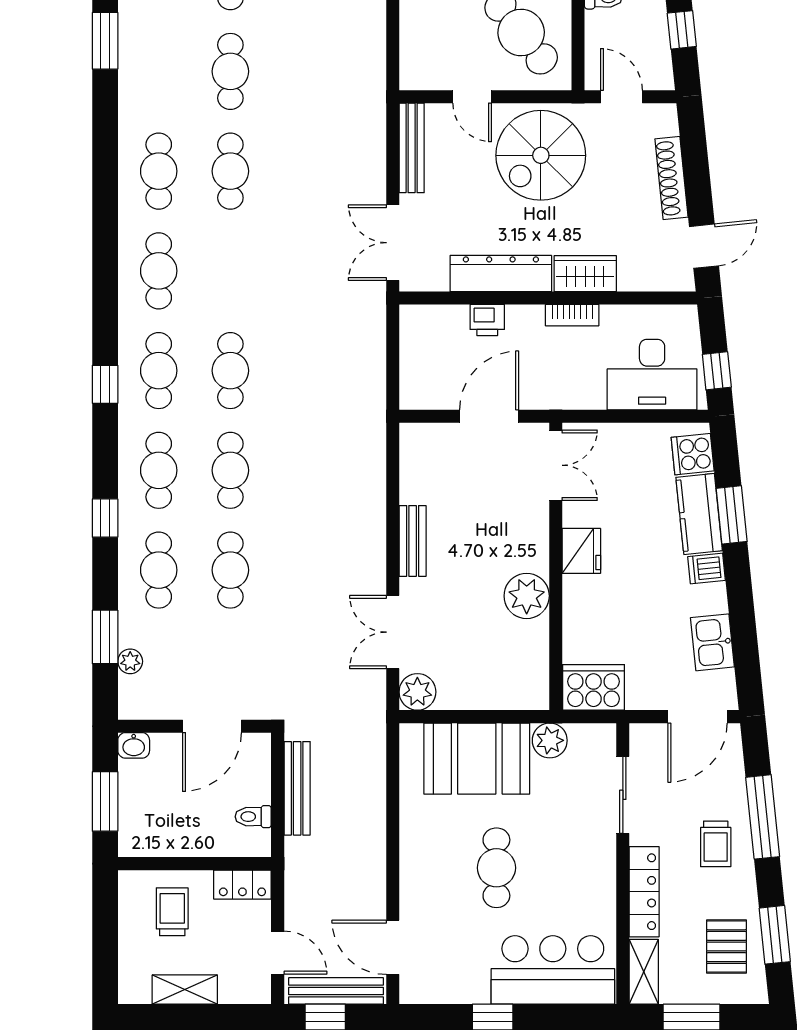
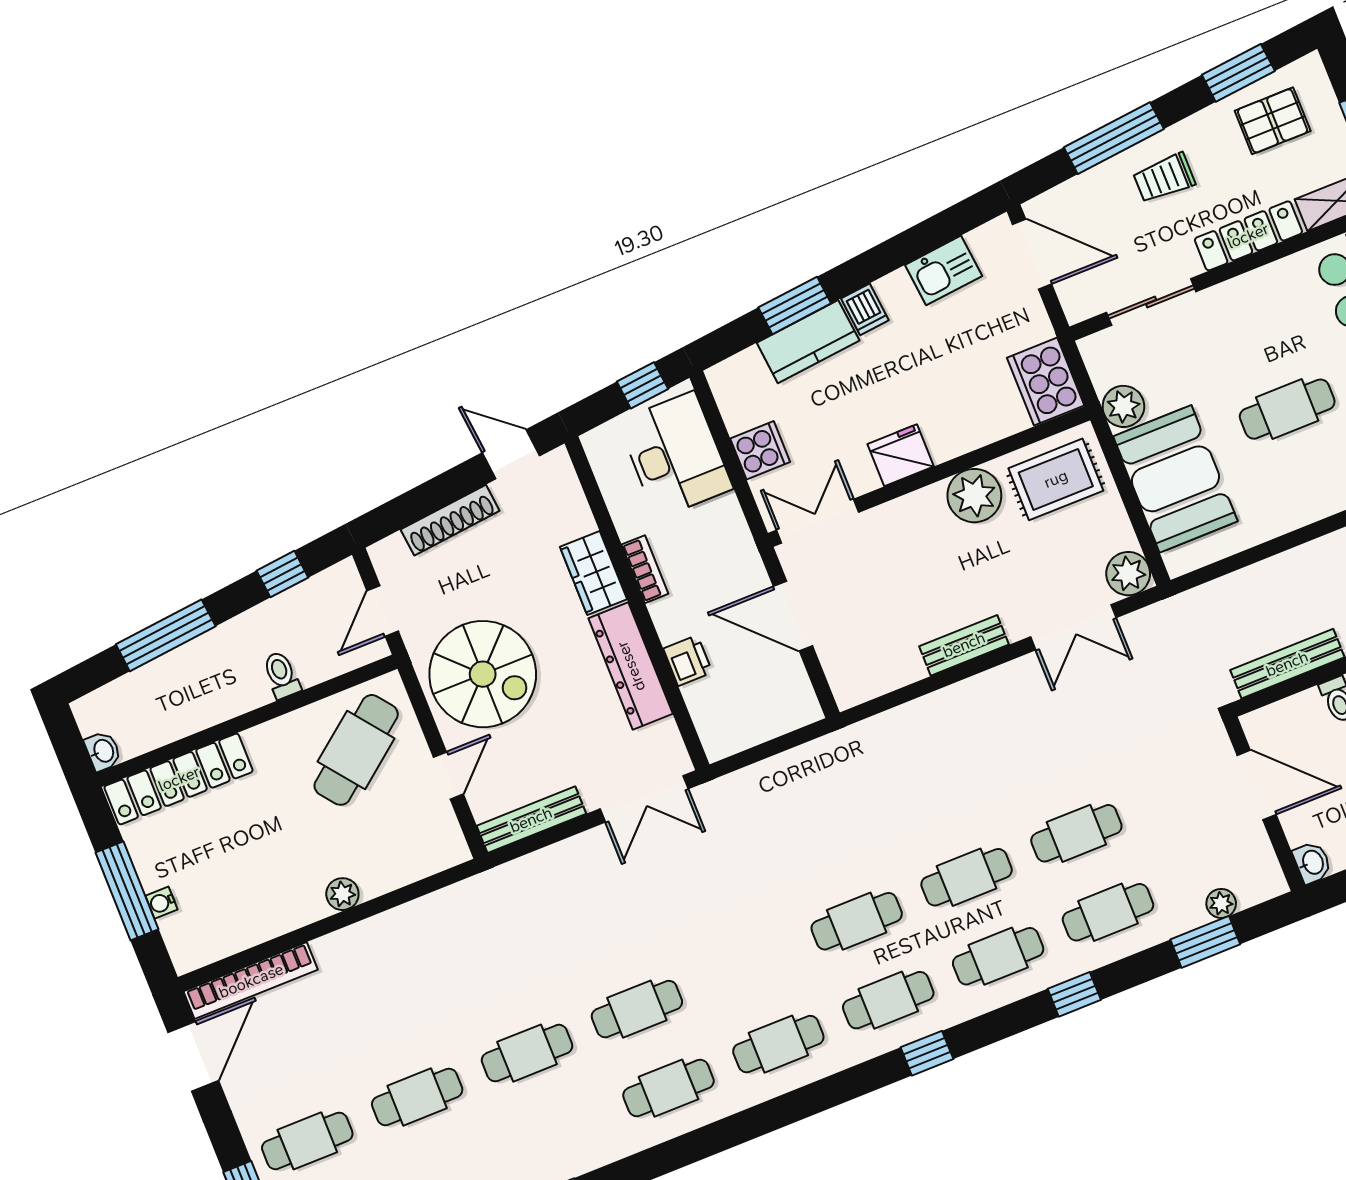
cooker: (693, 454) -> (760, 450), moved, turned -84
rug: (514, 665) -> (1056, 479), added
trolley: (716, 844) -> (1164, 178), turned 180

